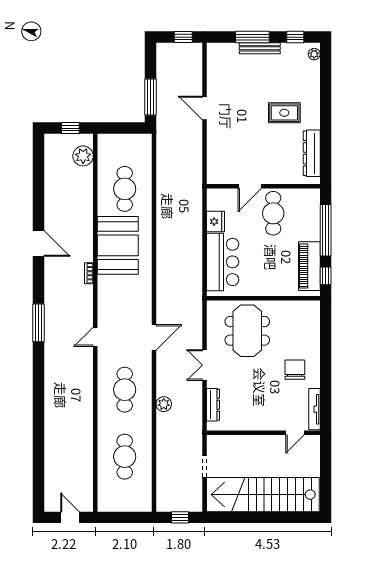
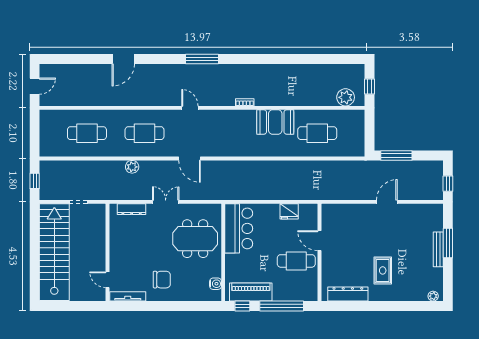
window: (295, 37) -> (448, 280), removed
door: (39, 243) -> (123, 59), moved
booth: (118, 245) -> (275, 122), width x0.73, depth x0.70
bar counter: (223, 262) -> (239, 228), moved, turned -90
water cooler: (300, 307) -> (216, 284), added

